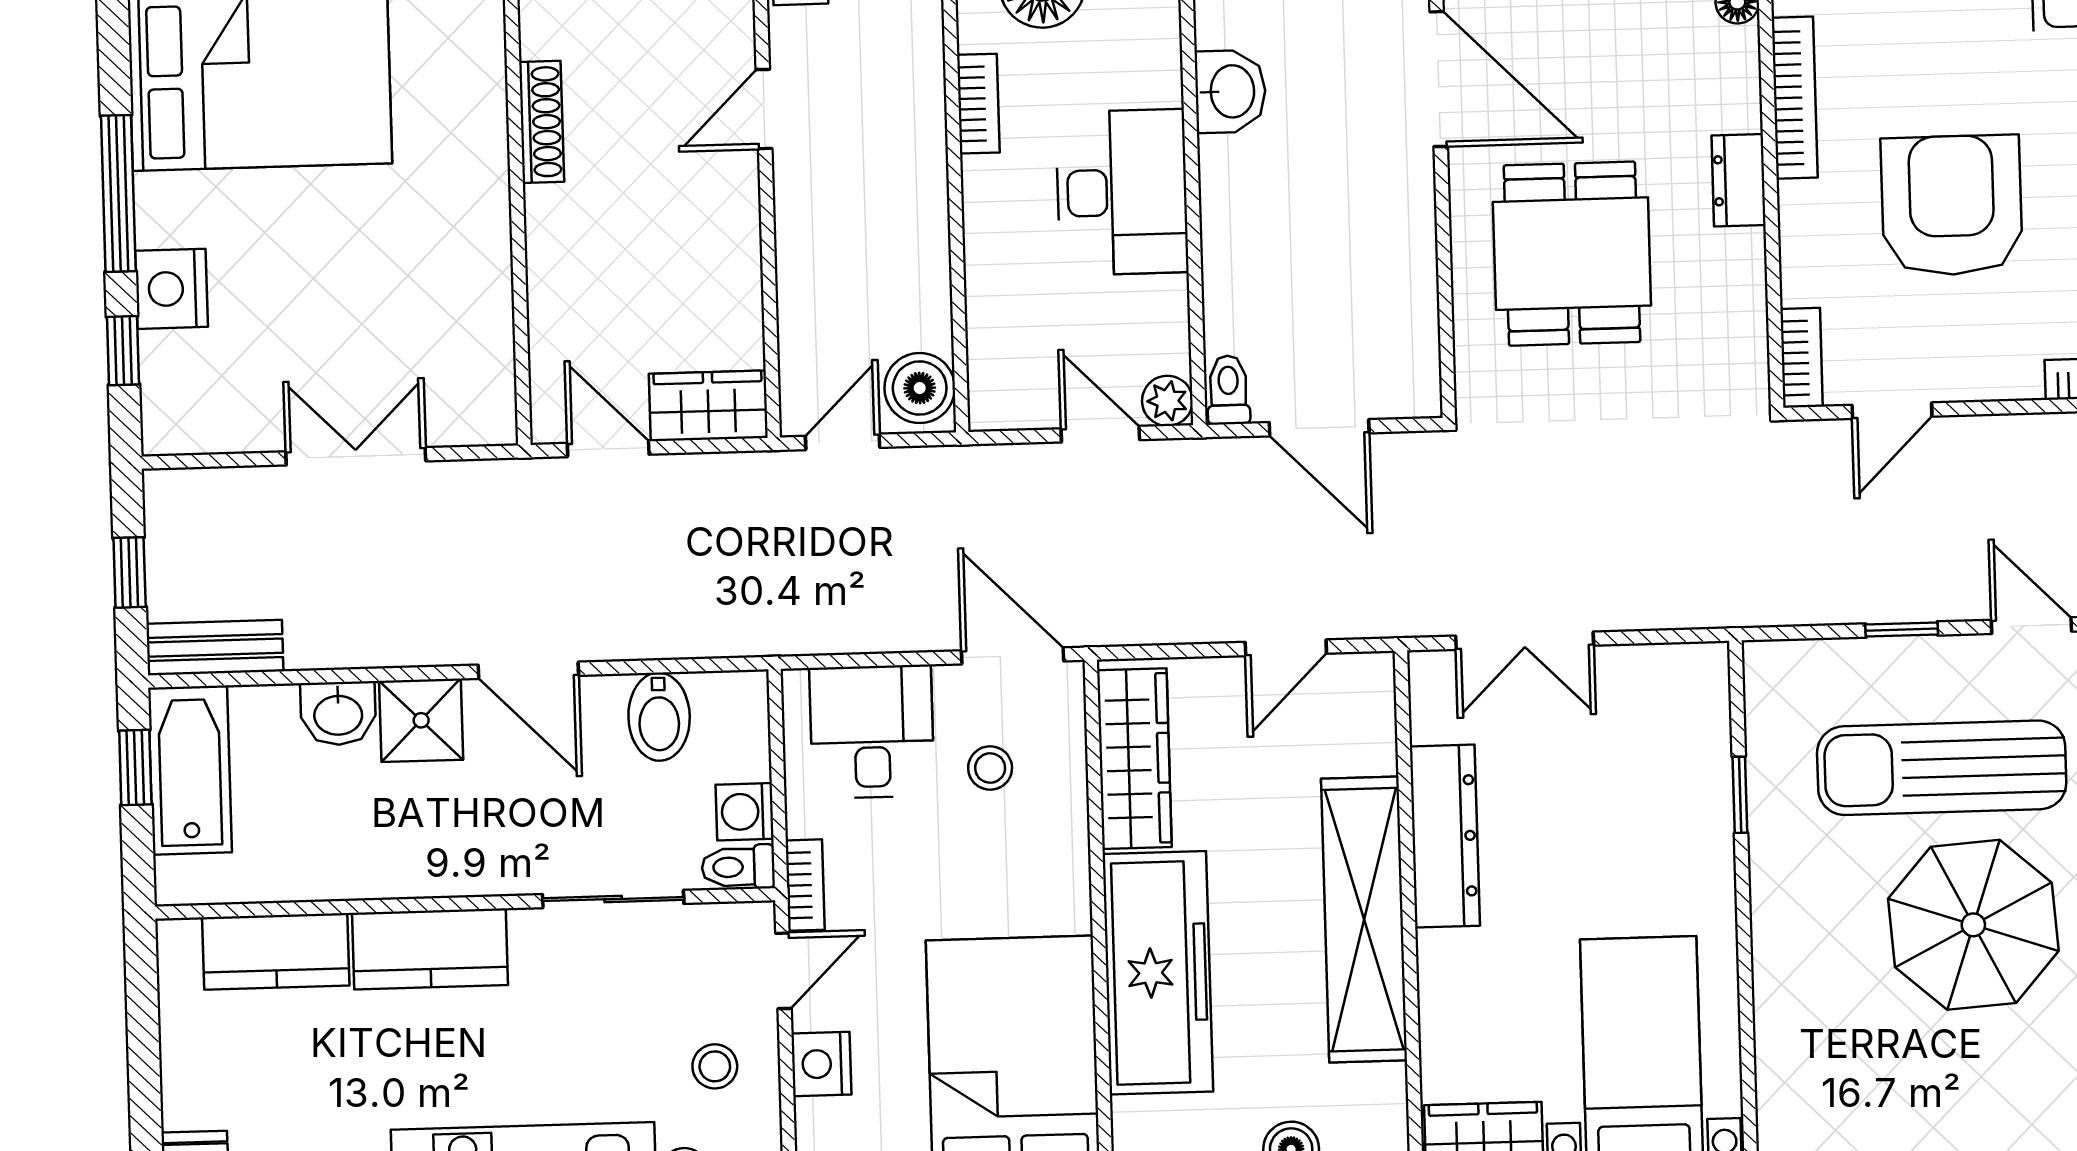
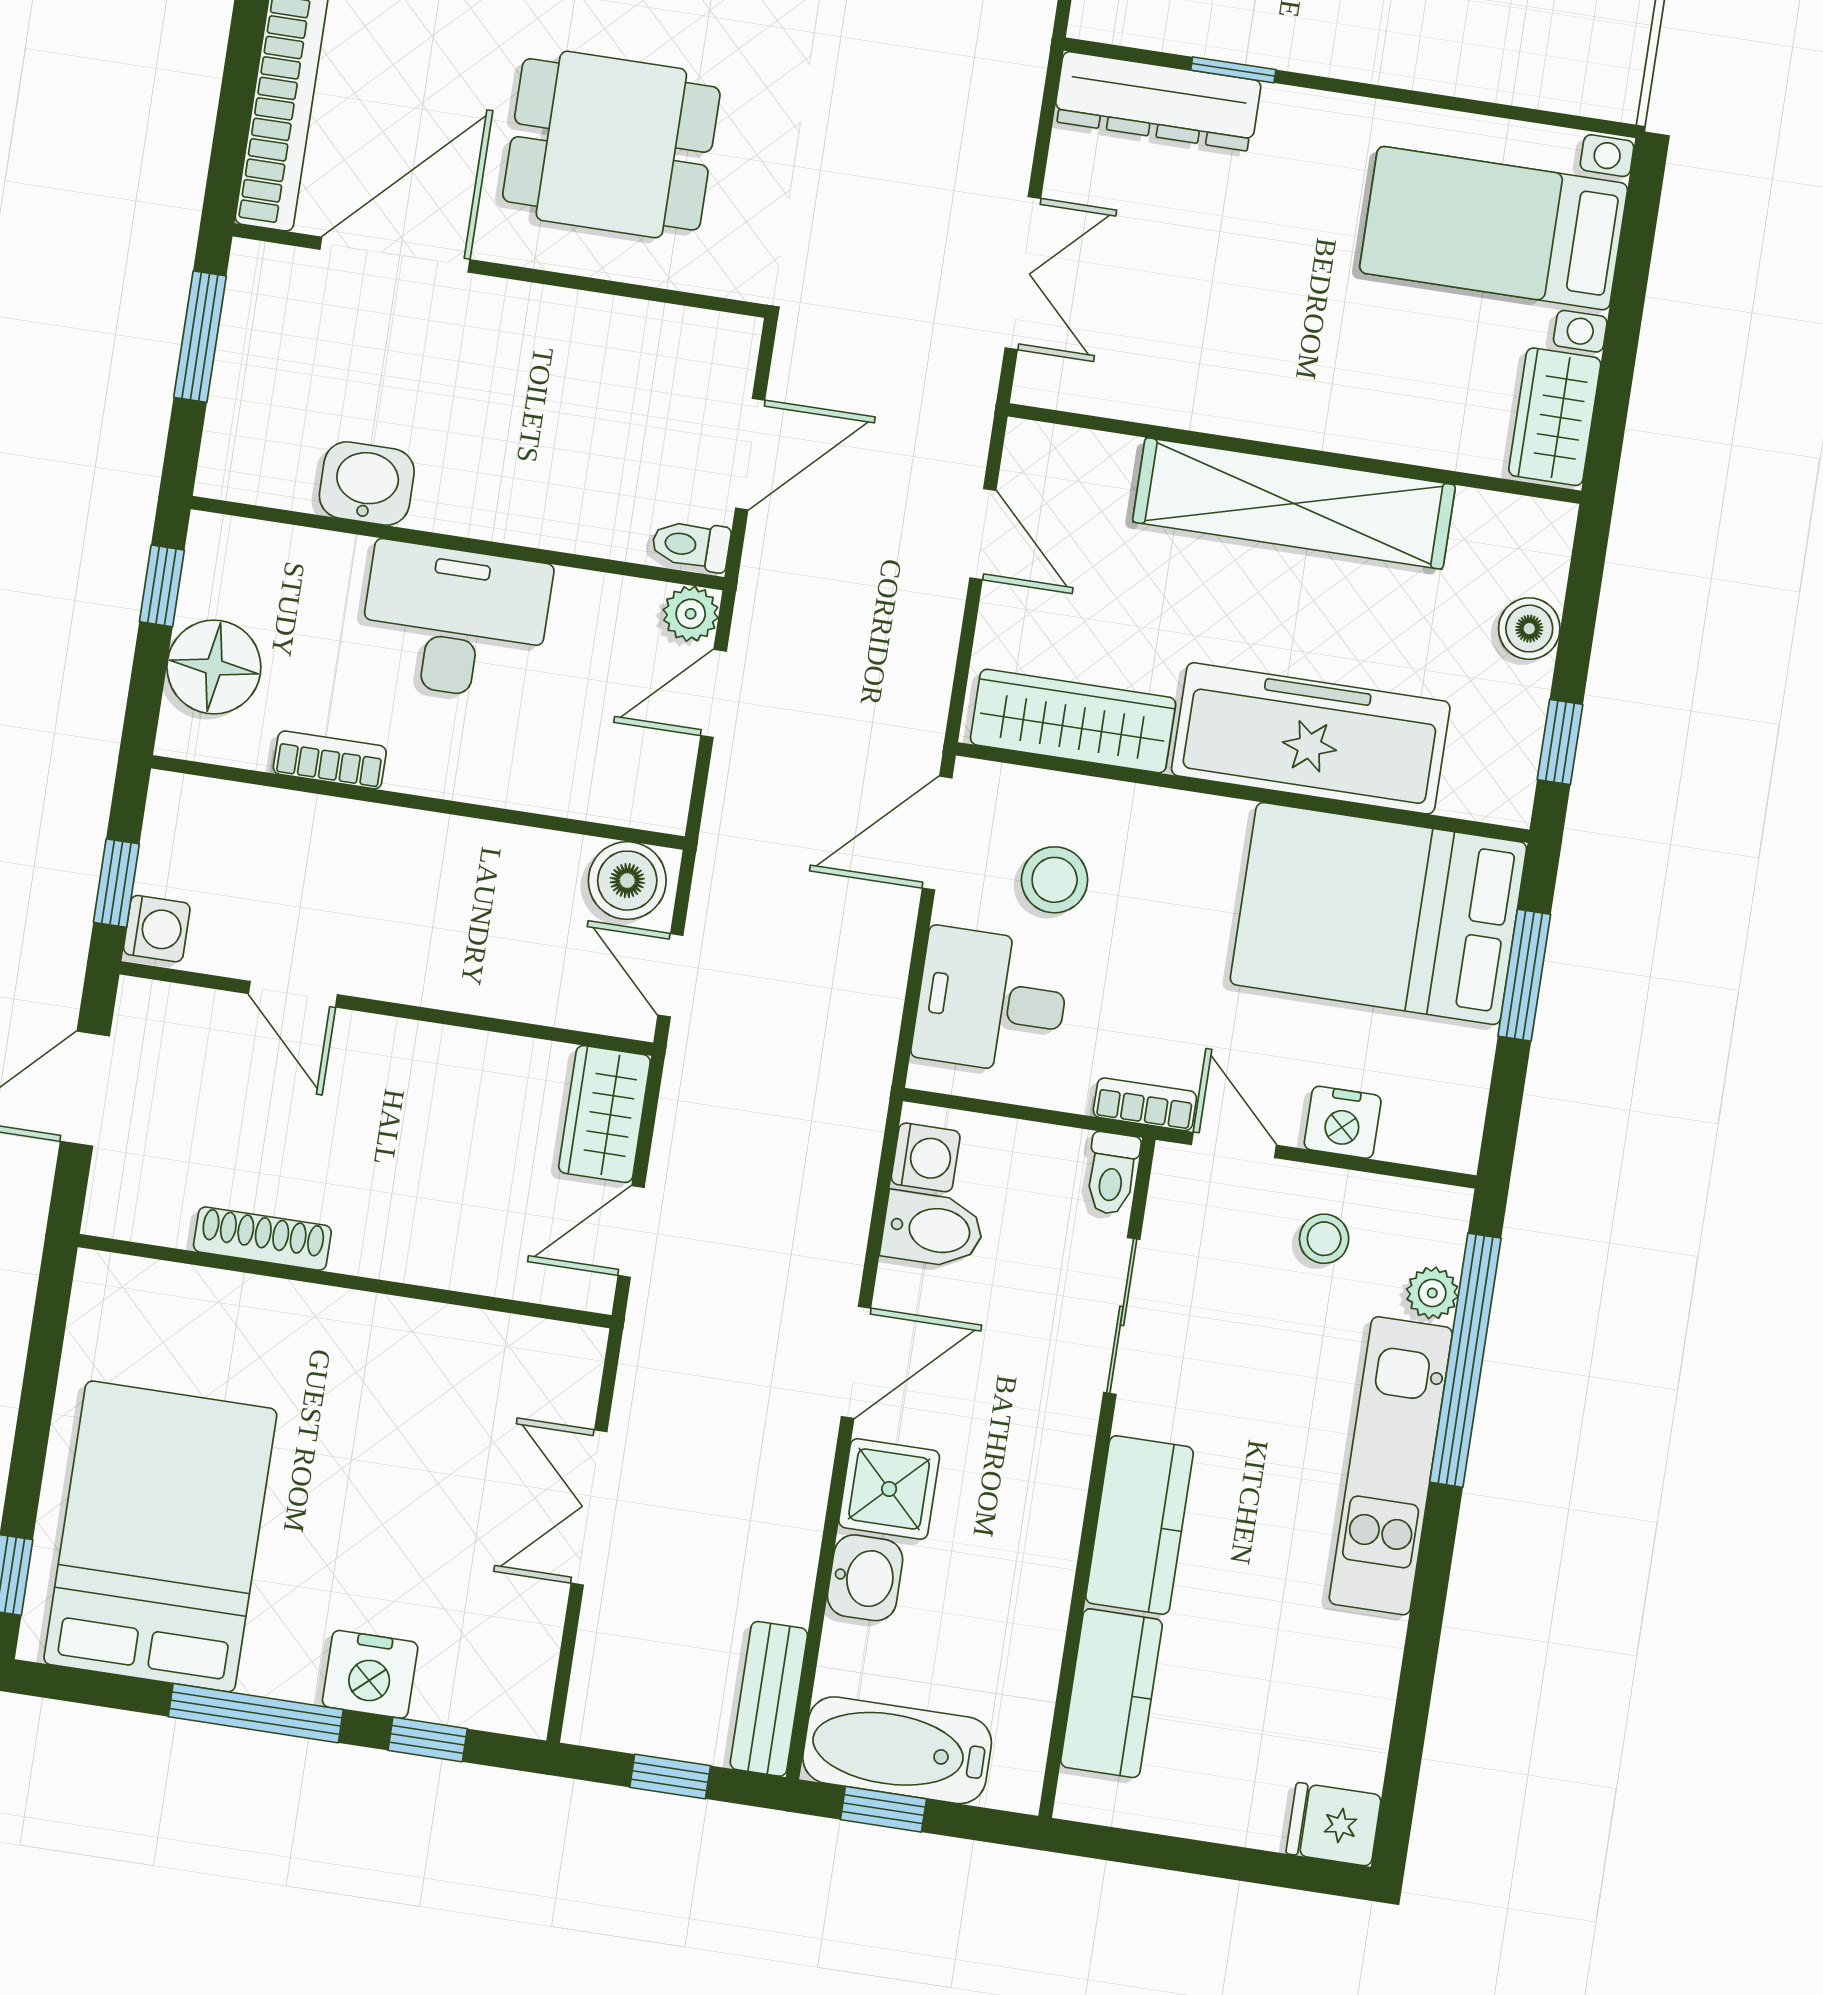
stool: (990, 768) -> (1055, 880), width x1.37, depth x1.37
washing machine: (745, 812) -> (926, 1157), moved, turned -90
dresser: (1445, 836) -> (1157, 101), moved, turned 180

